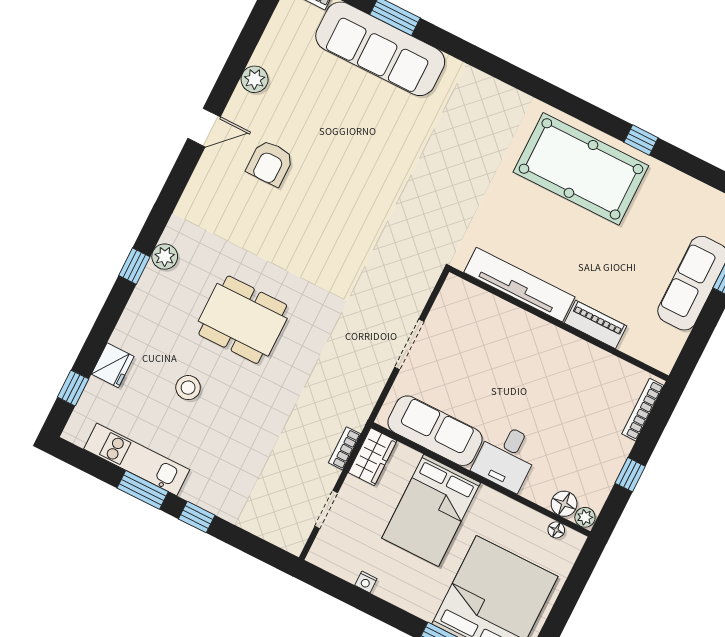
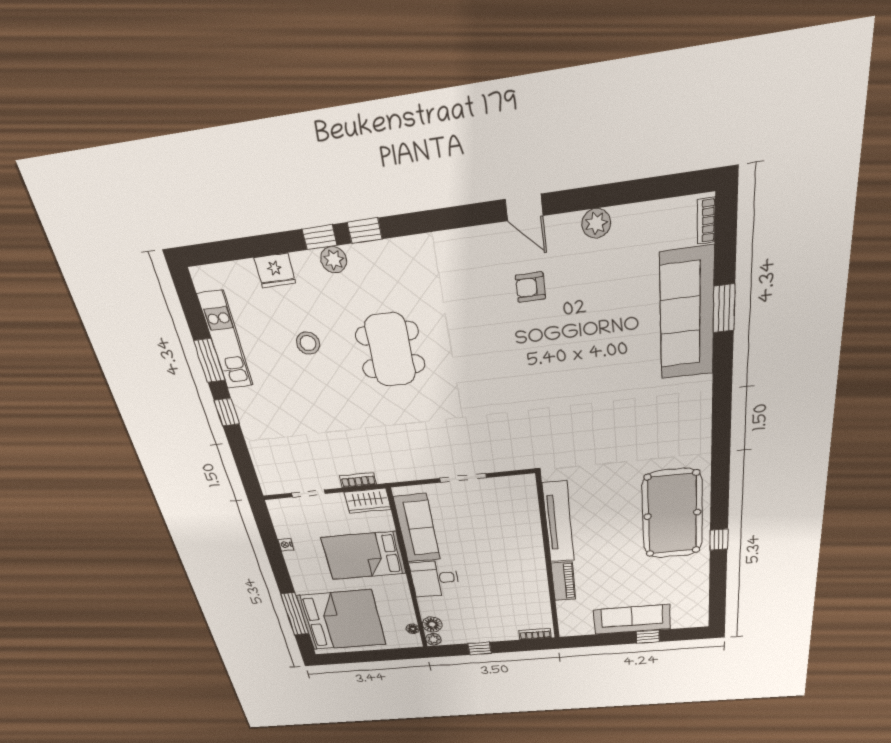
armchair: (270, 163) -> (530, 287), width x0.72, depth x0.72
plant: (165, 257) -> (334, 260), moved
window: (73, 388) -> (320, 237), moved
bookcase: (643, 410) -> (535, 634), width x0.64

